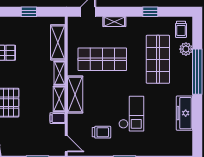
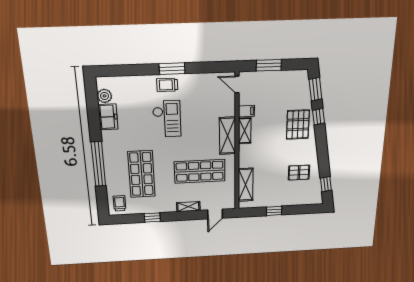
plant: (186, 49) -> (104, 96), moved
shelving: (59, 73) -> (244, 156), removed
freezer: (184, 113) -> (108, 117), width x0.71
checkout: (131, 114) -> (167, 119), turned 180
trolley: (101, 132) -> (167, 85), moved

